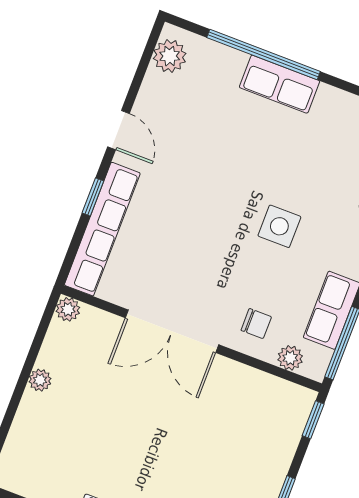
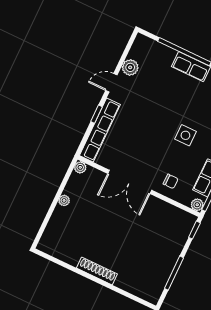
plant: (170, 56) -> (130, 67), moved
door: (118, 130) -> (111, 83), swing flipped
plant: (290, 358) -> (197, 205), moved

